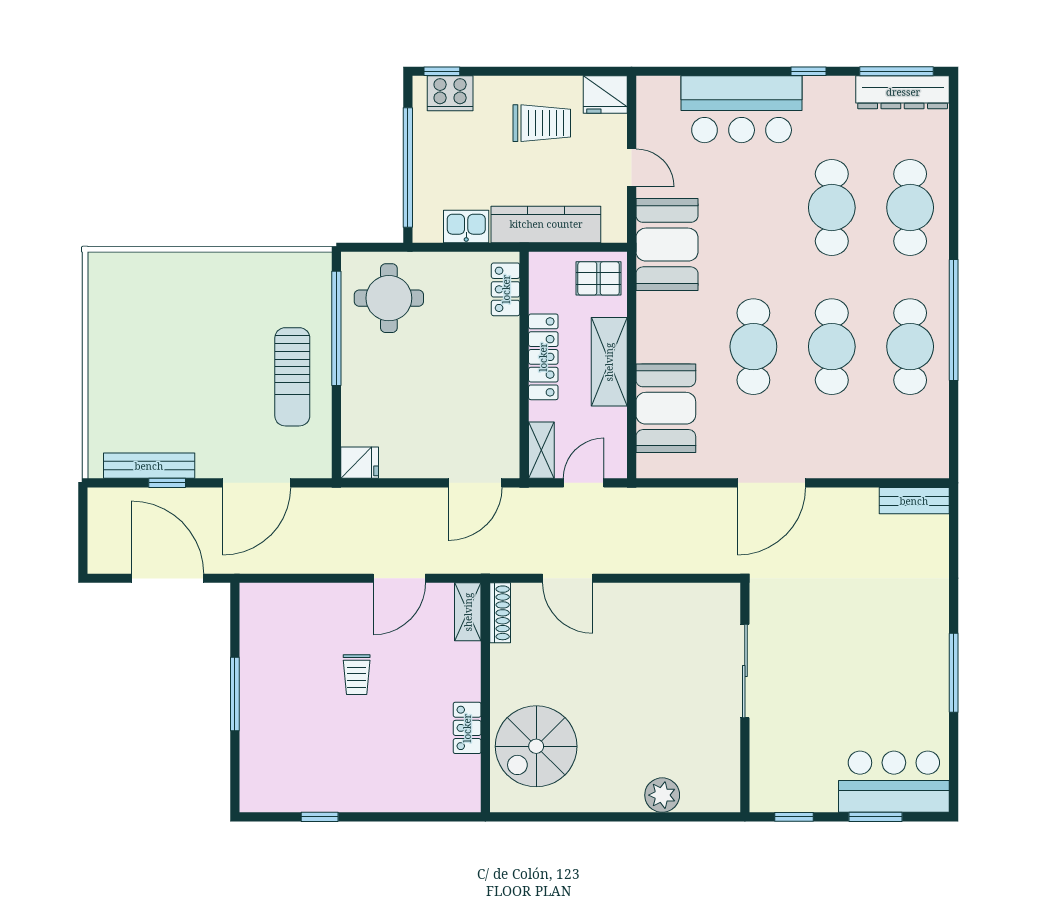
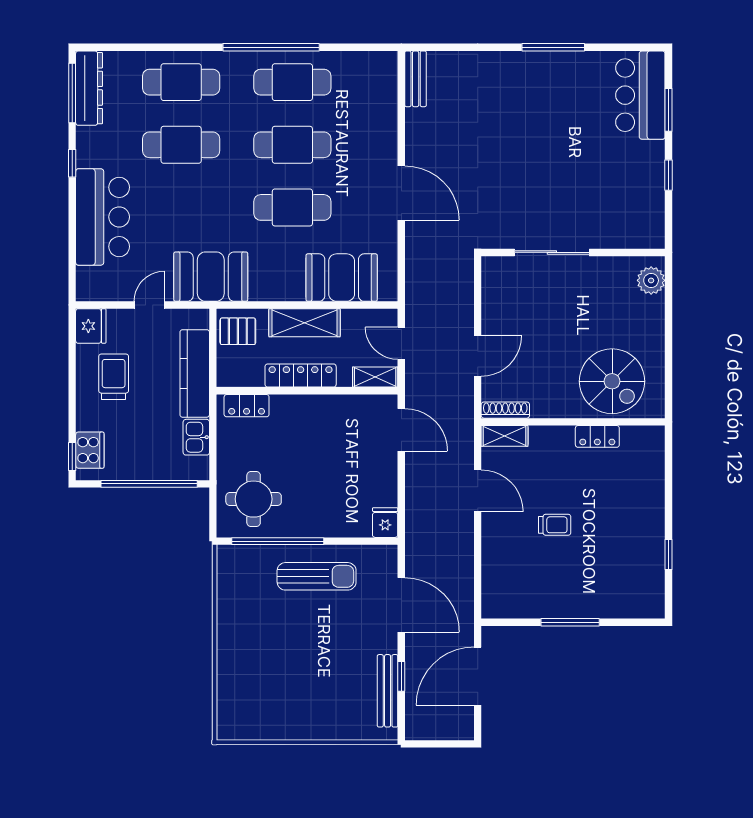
pallet: (599, 278) -> (238, 331), turned 90
sliding door: (745, 671) -> (552, 252), moved
wall: (745, 698) -> (573, 252), moved

